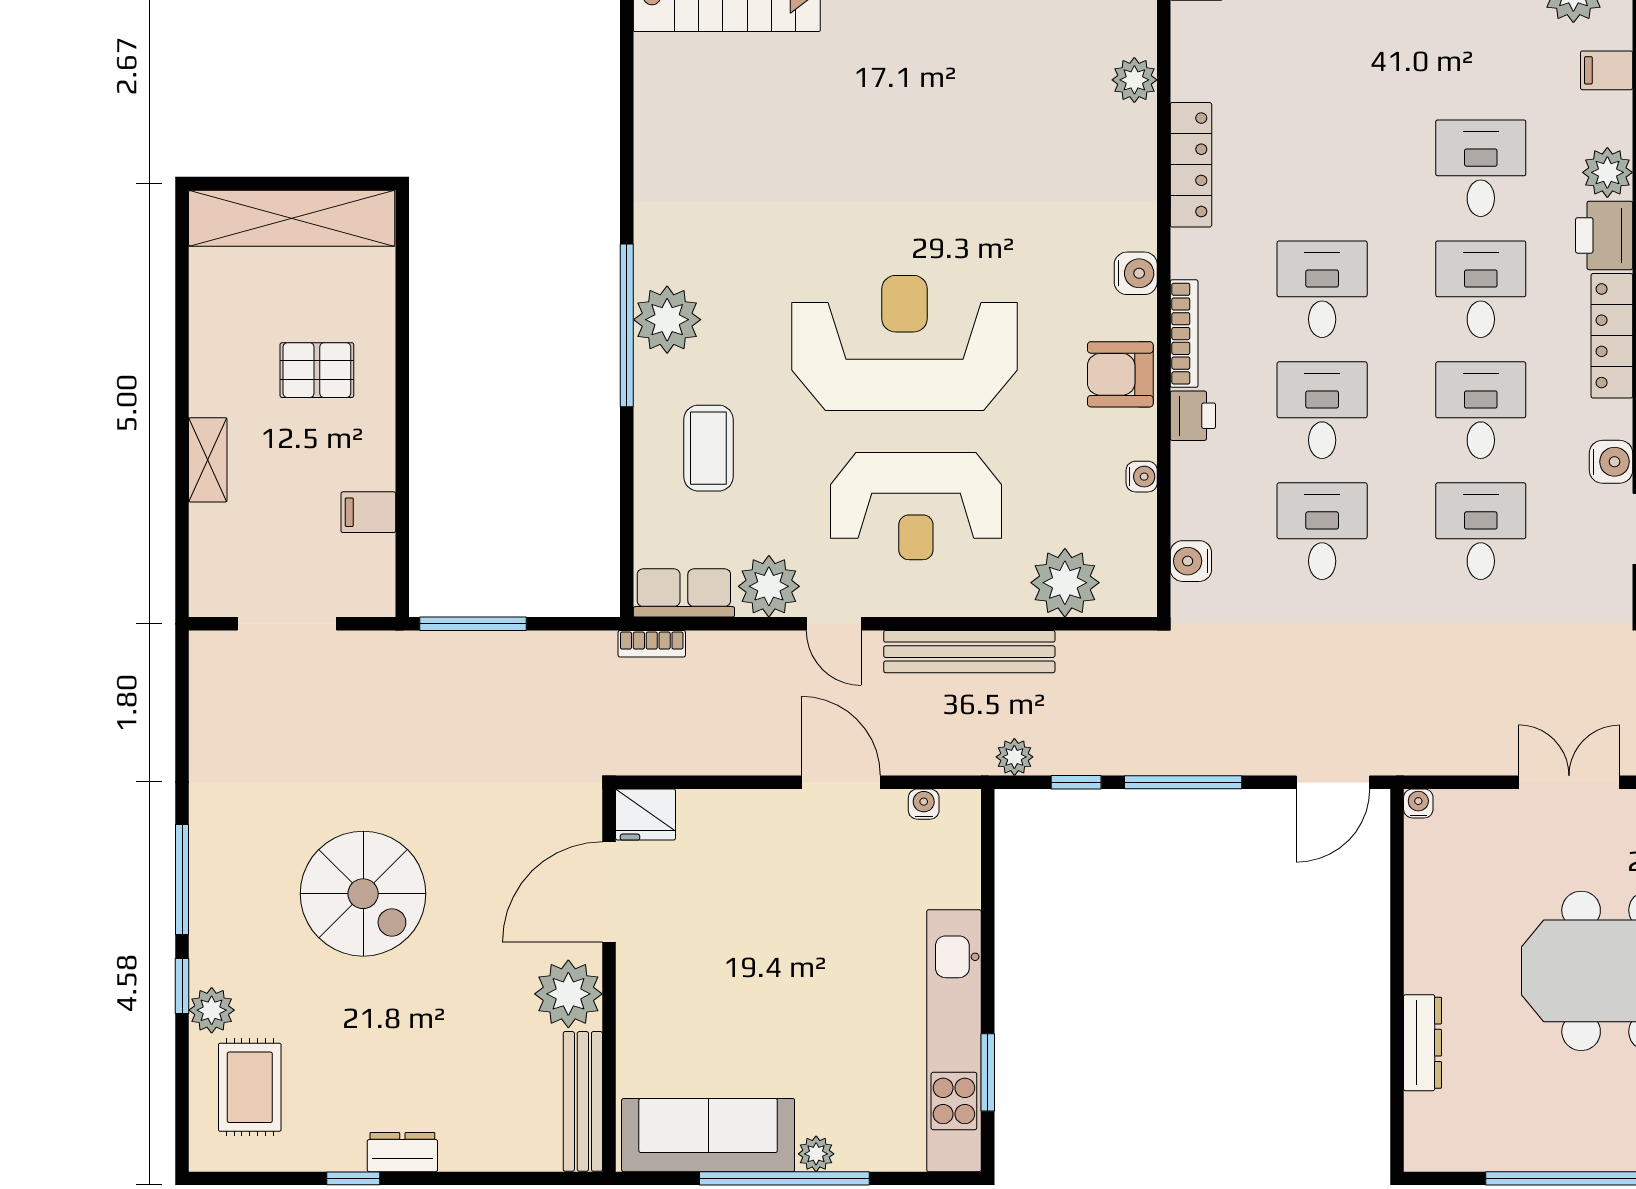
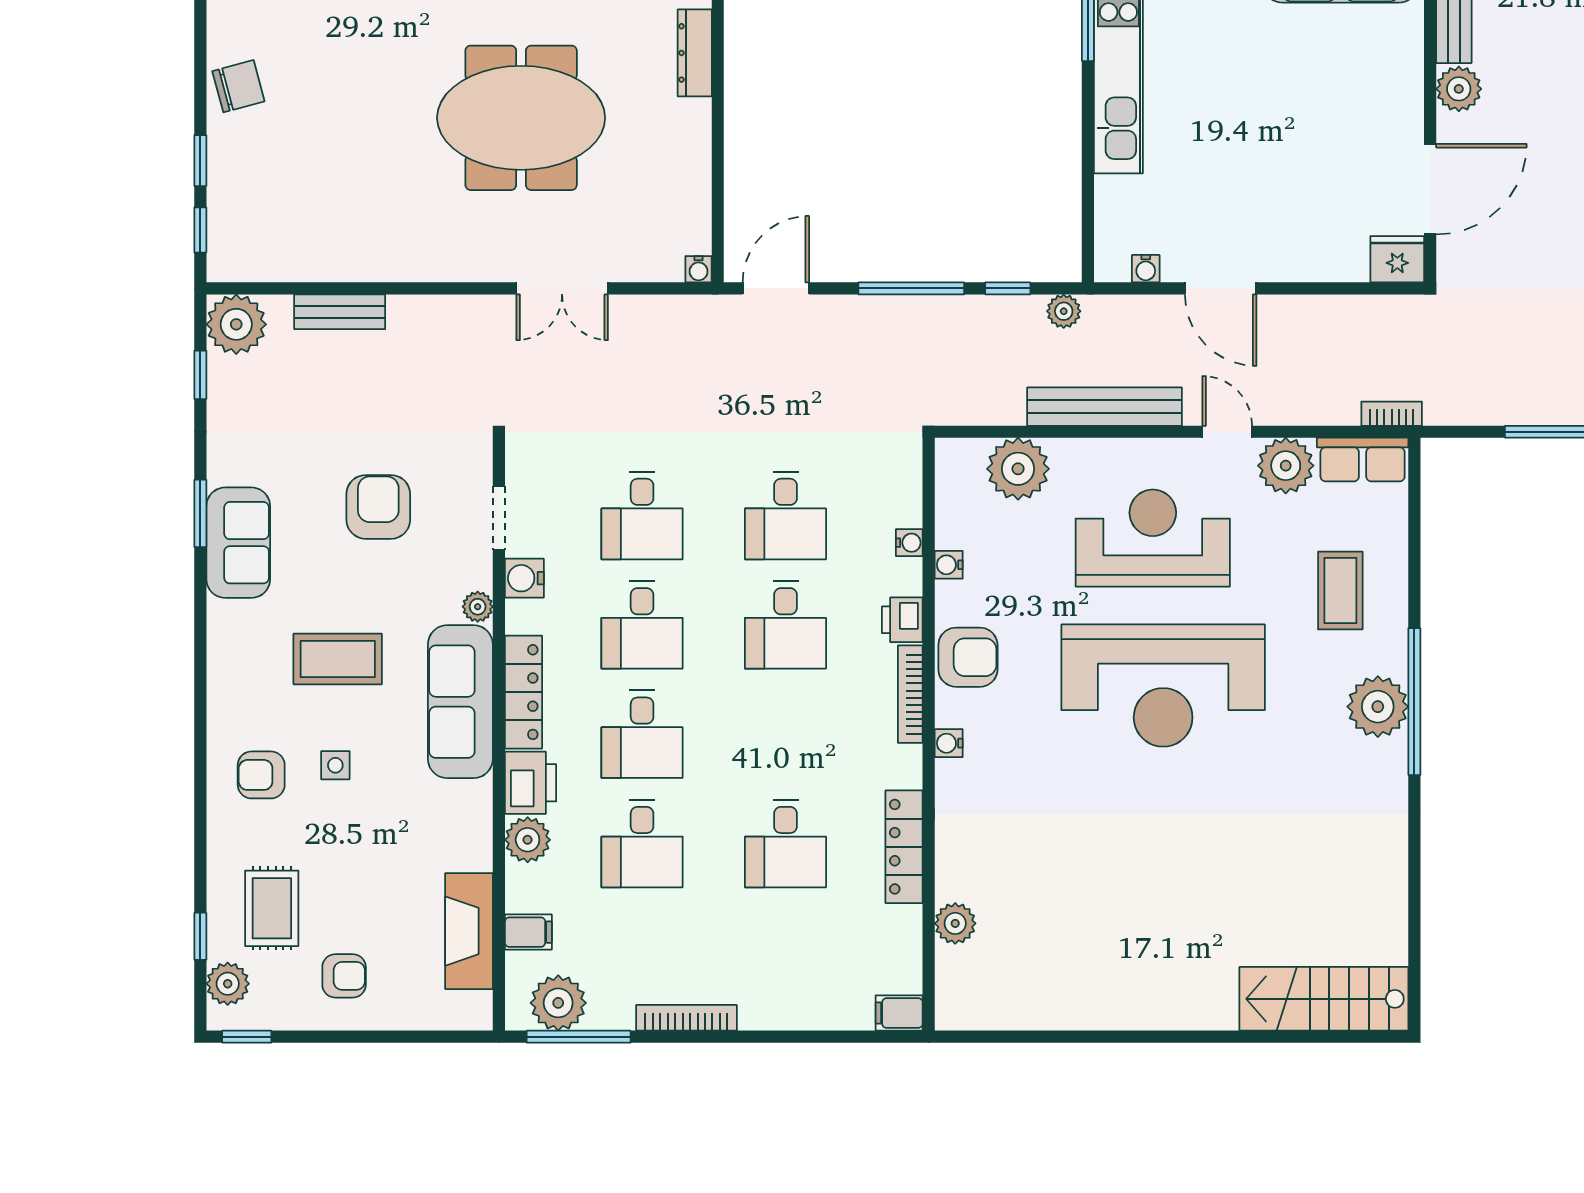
water cooler: (1136, 273) -> (949, 743), width x0.72, depth x0.72
desk: (1322, 289) -> (786, 844), moved
water cooler: (1191, 561) -> (909, 543), moved, width x0.72, depth x0.72
plant: (568, 994) -> (1459, 89), width x0.73, depth x0.73

